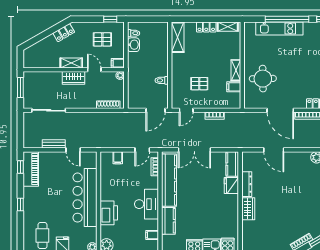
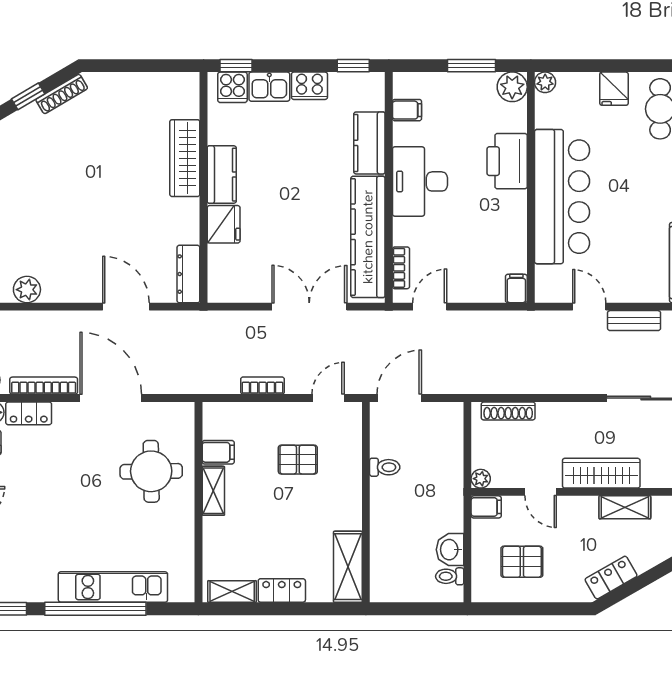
window: (110, 19) -> (504, 609), removed
shelving: (71, 63) -> (625, 507), moved
wardrobe: (74, 78) -> (601, 473), width x1.50
filing cabinet: (118, 158) -> (516, 289), moved
kitchen counter: (232, 164) -> (222, 175), moved
dresser: (247, 184) -> (188, 274), moved
wardrobe: (248, 209) -> (185, 158), width x1.50

